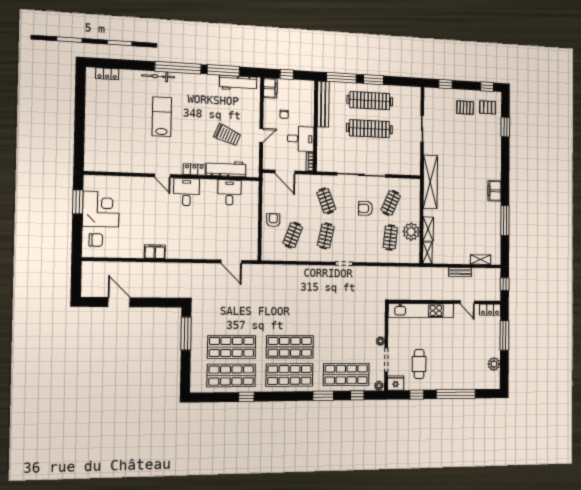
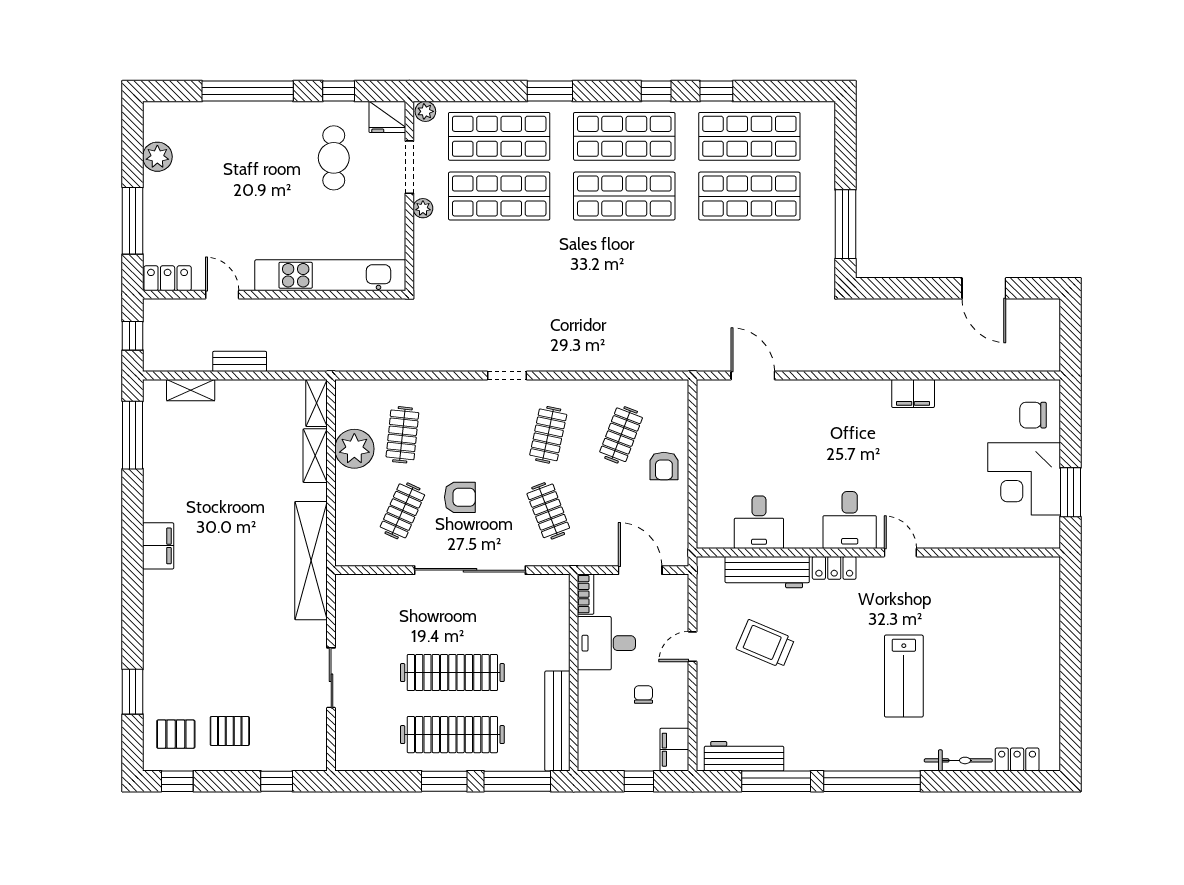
bicycle: (158, 76) -> (958, 760), moved
window: (505, 221) -> (133, 435), moved
shop shelf: (347, 347) -> (499, 196), added
window: (357, 395) -> (656, 91), moved

